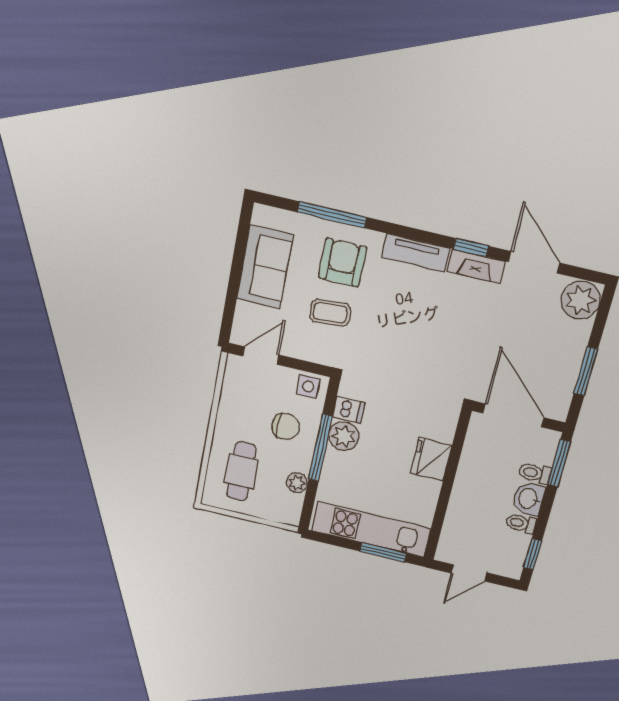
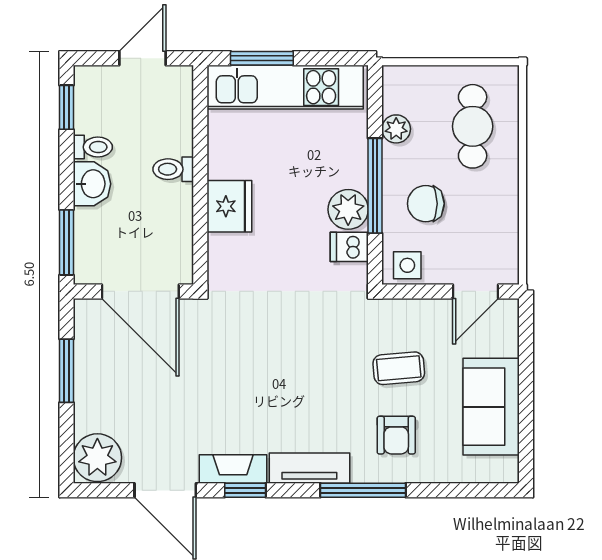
window: (332, 215) -> (363, 490), moved
armchair: (343, 262) -> (396, 435), width x0.72, depth x0.72
toilet: (535, 473) -> (173, 169), moved, turned 180

